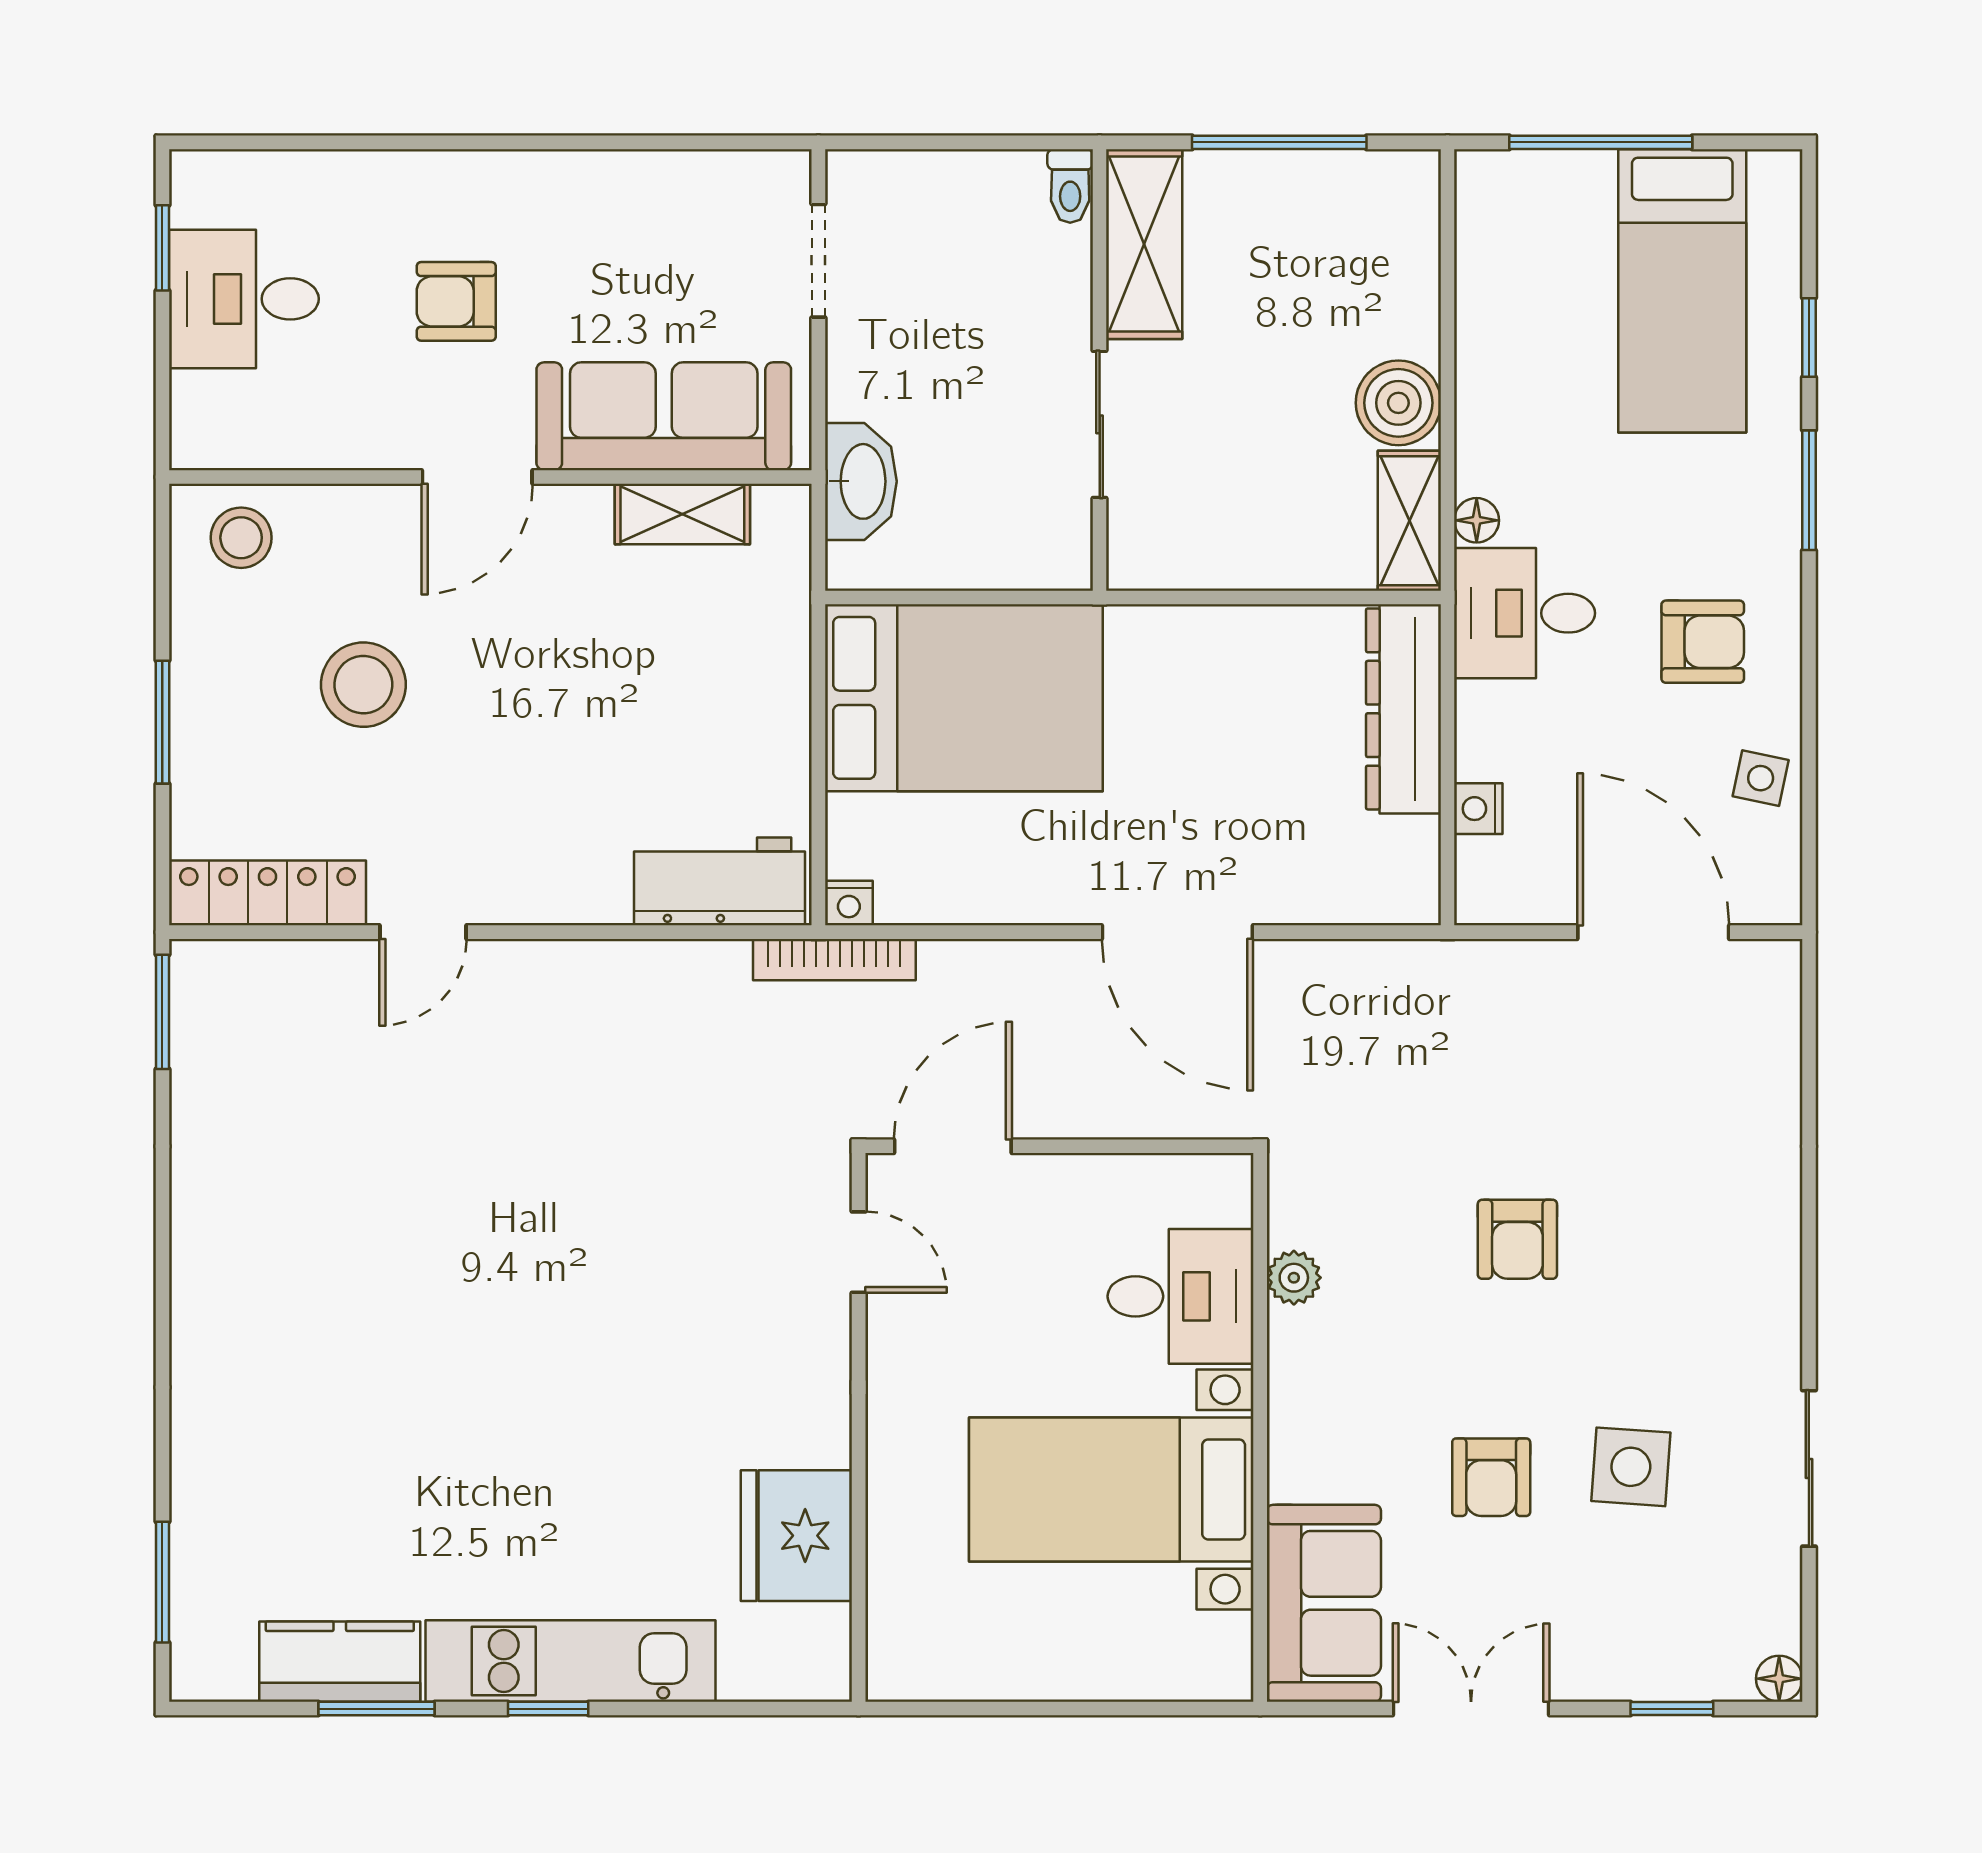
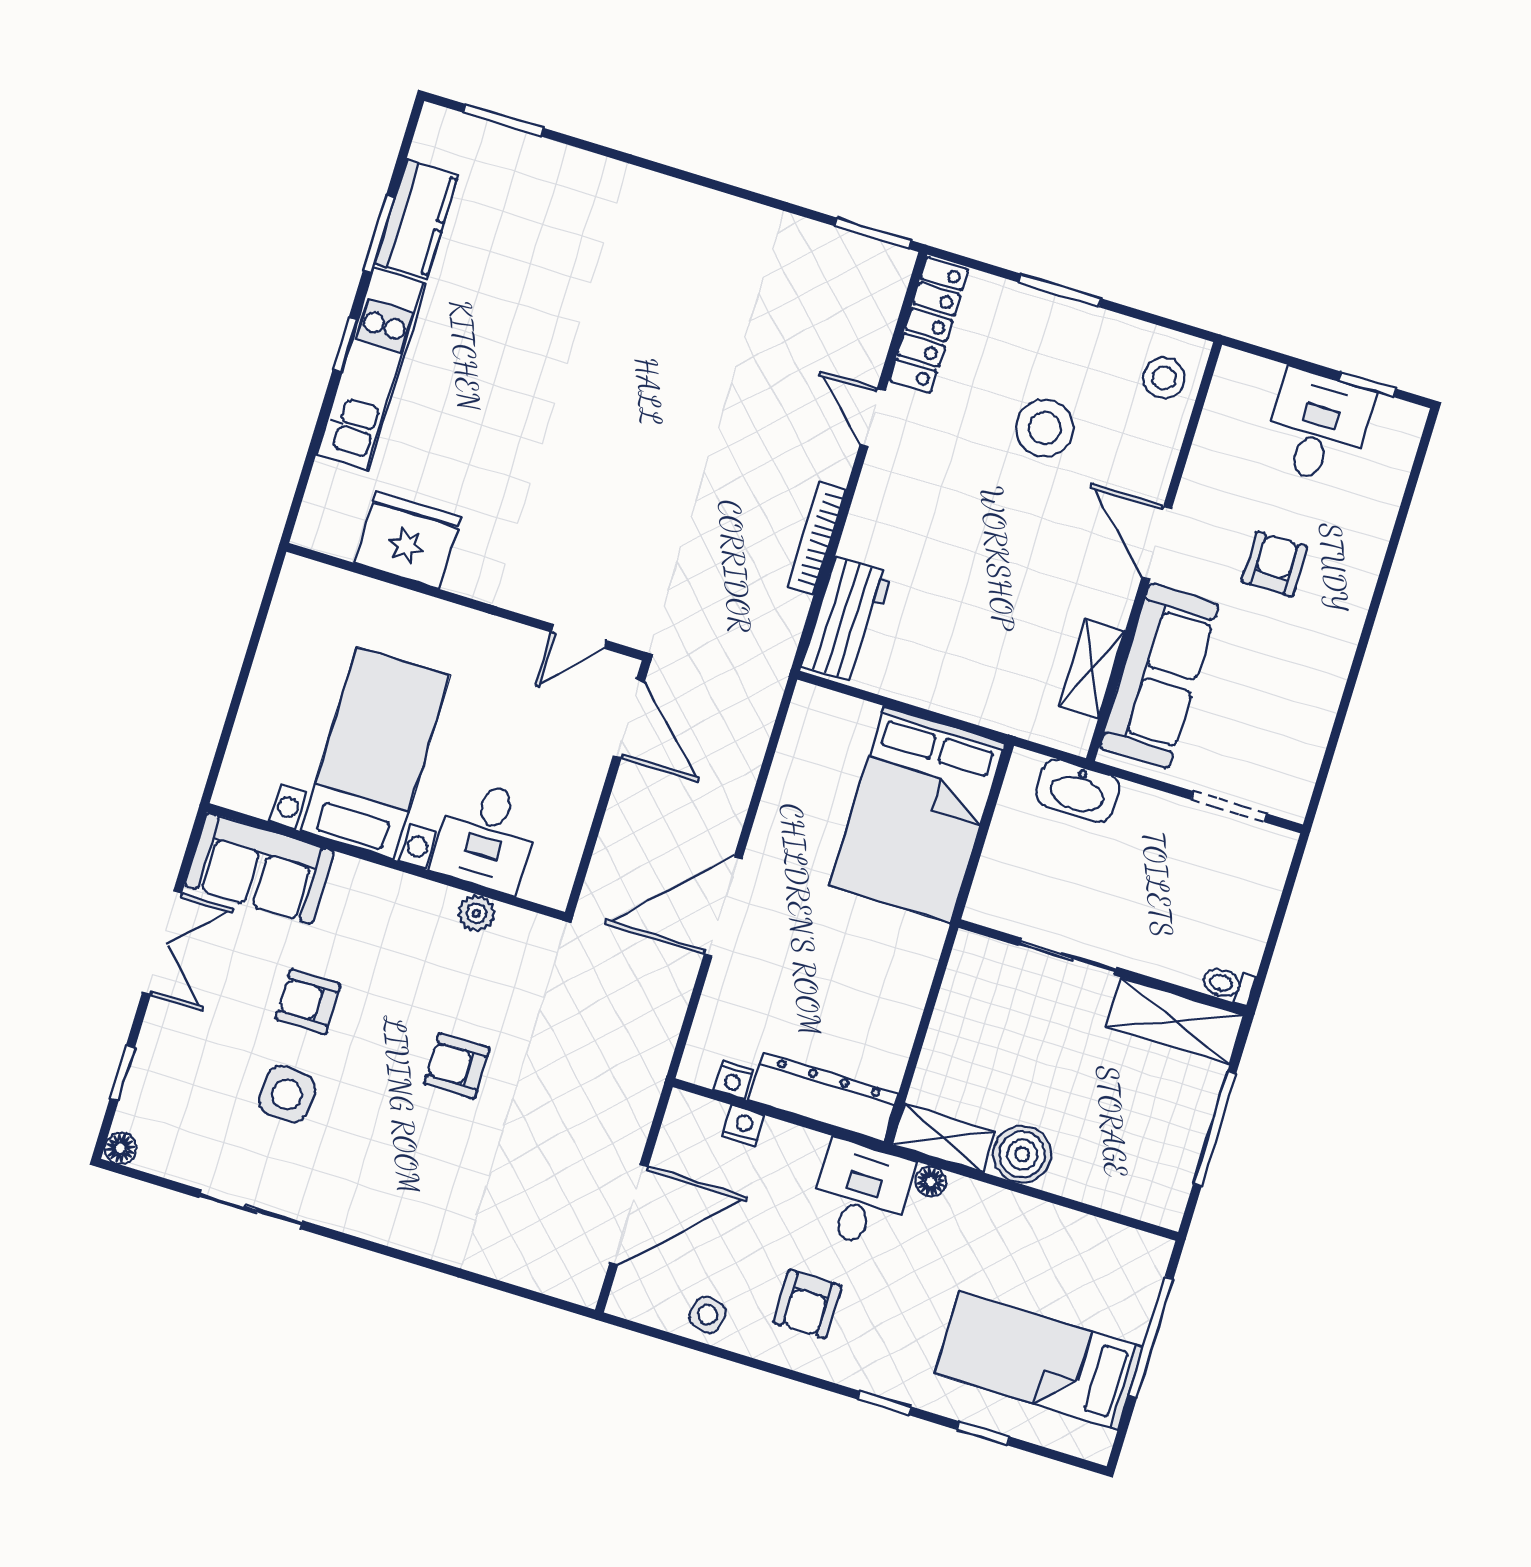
window: (1809, 490) -> (884, 1403), width x0.67
nightstand: (849, 903) -> (733, 1080), moved, turned -90
bookcase: (834, 960) -> (816, 538), moved

